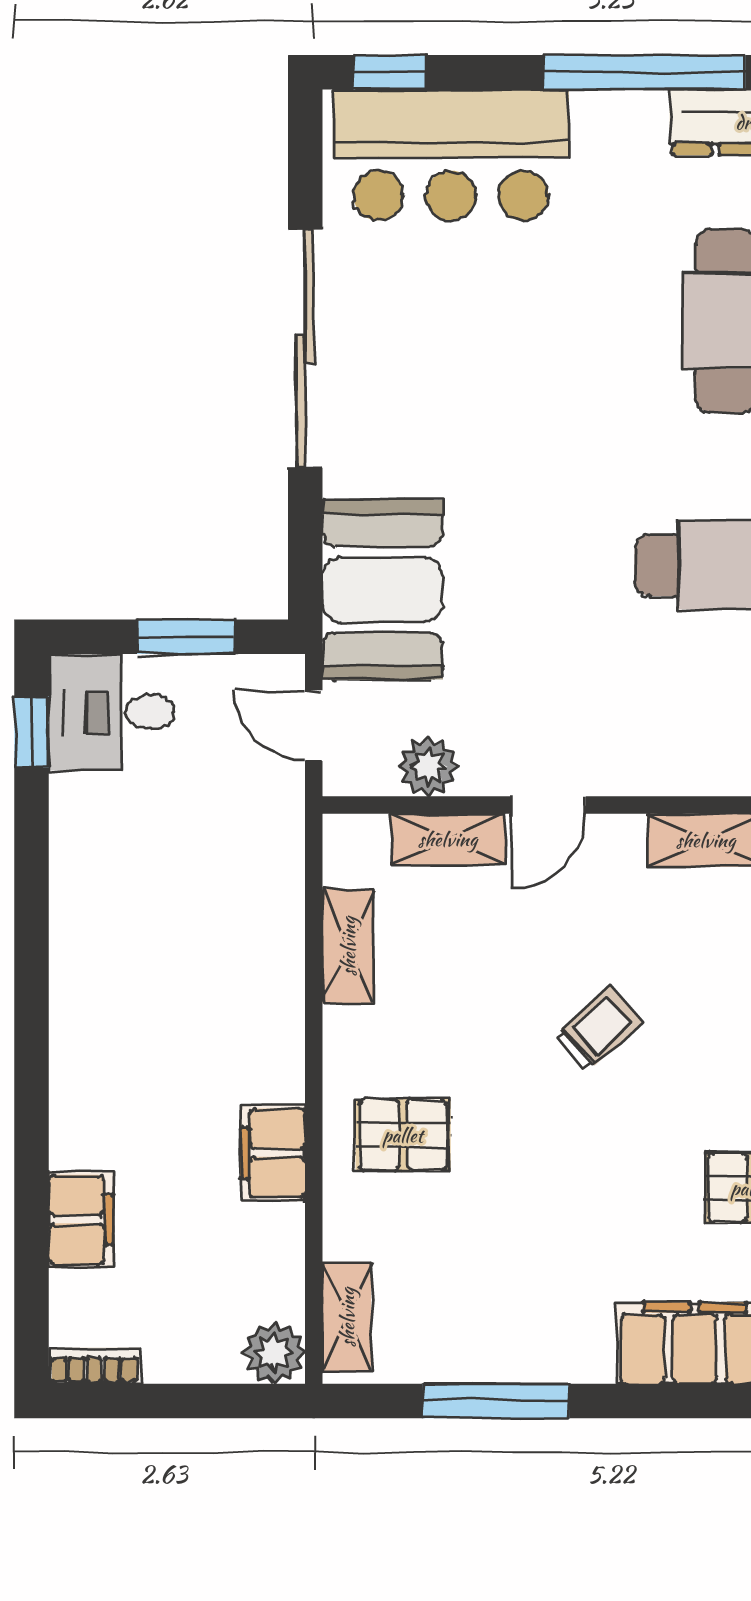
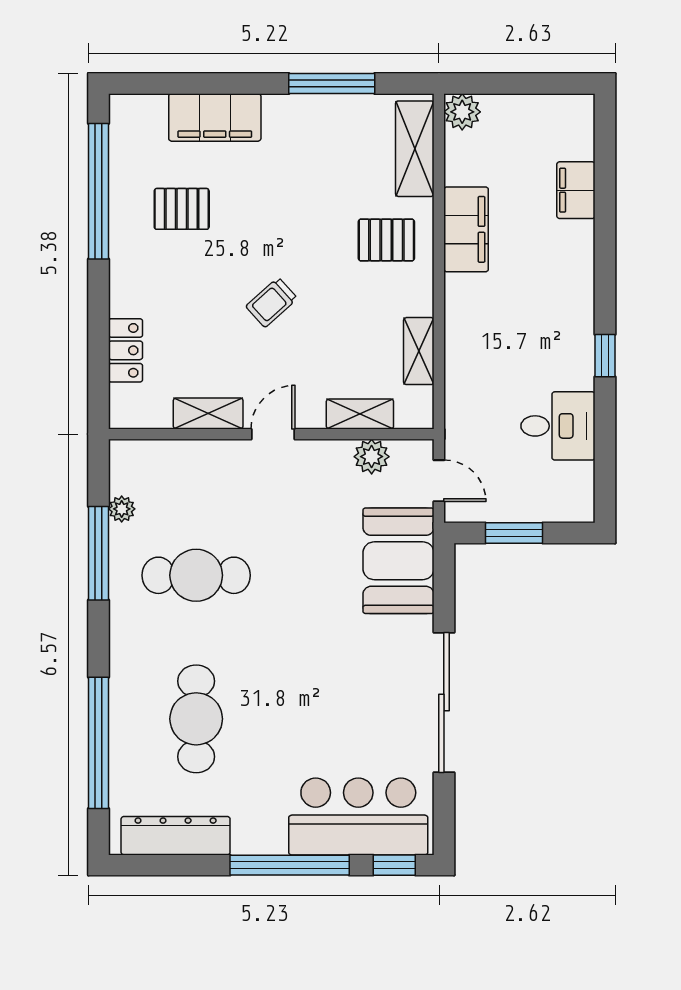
window: (644, 72) -> (290, 865), moved
desk: (111, 712) -> (558, 426), moved
window: (31, 732) -> (605, 356), moved
door: (548, 805) -> (273, 434), moved
filing cabinet: (273, 1153) -> (466, 229), width x1.50, depth x1.17
shelving: (347, 1317) -> (415, 149), width x1.50, depth x1.33
bookcase: (94, 1366) -> (568, 104), removed

